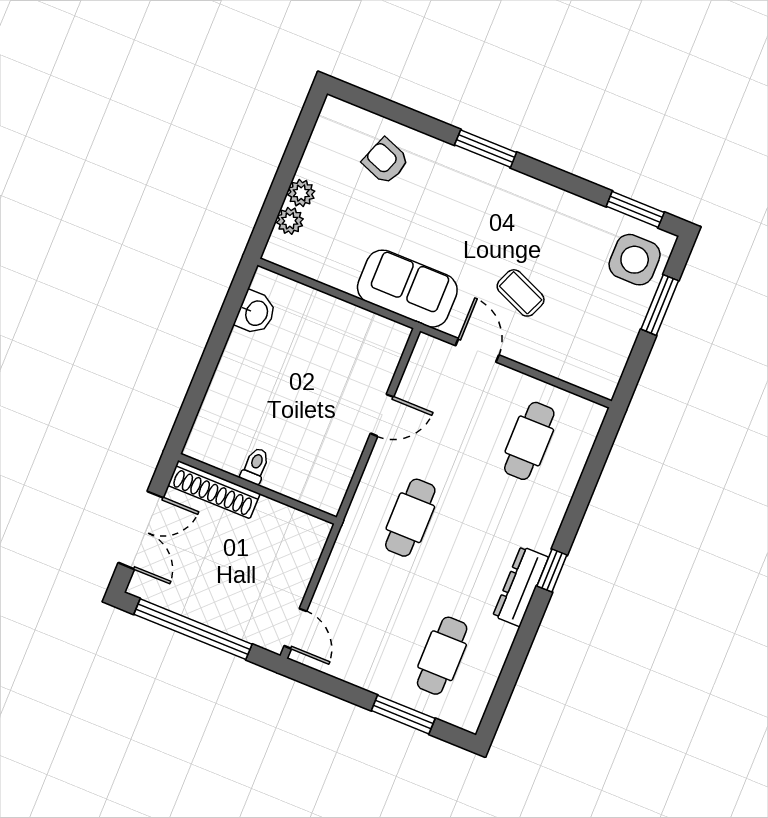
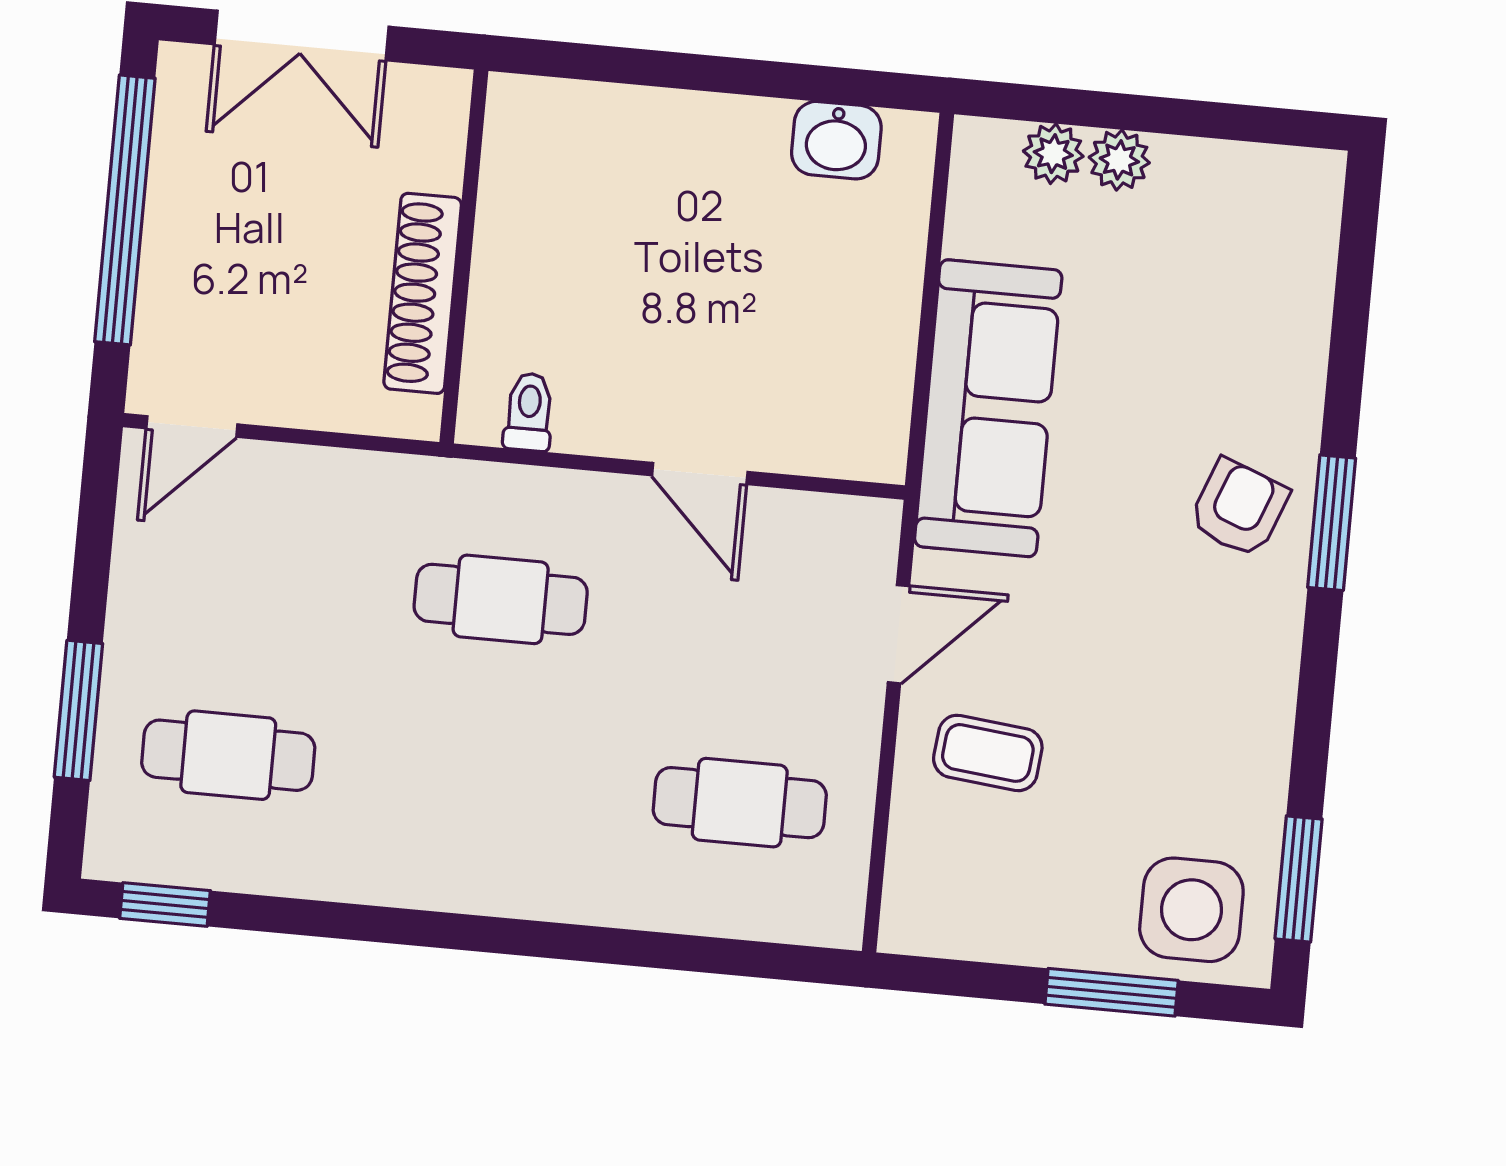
armchair: (386, 161) -> (1239, 508), moved
sofa: (407, 289) -> (988, 408), width x1.36
coffee table: (521, 293) -> (988, 753), moved, turned 73
toilet: (255, 466) -> (529, 412), moved, turned -90
shoe rack: (214, 490) -> (423, 293), moved
window: (552, 570) -> (165, 904), moved
dresser: (521, 587) -> (425, 878), removed

